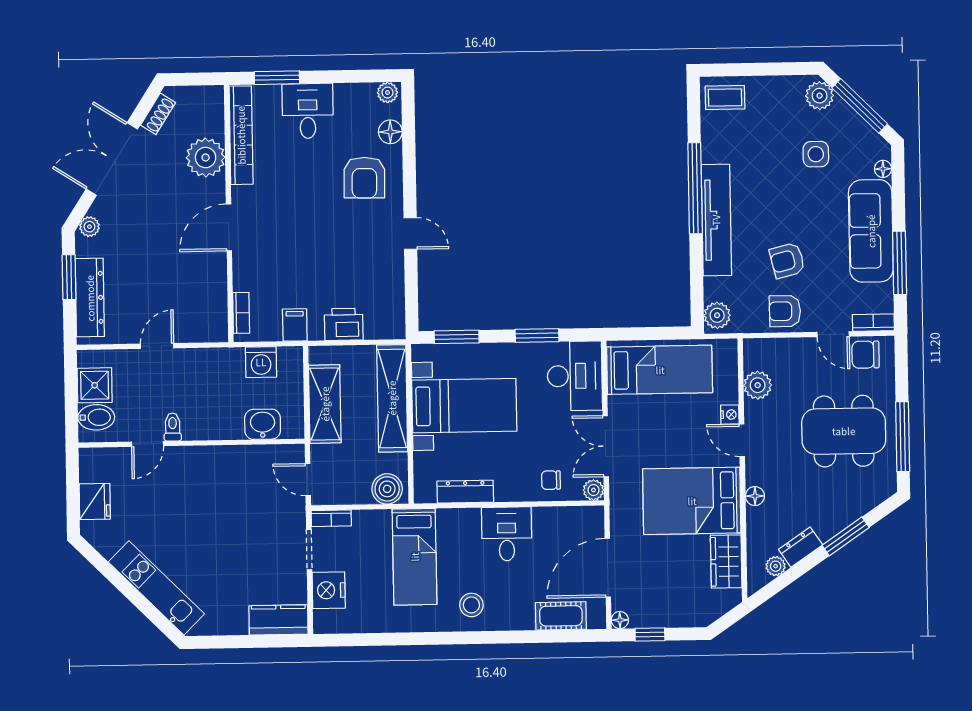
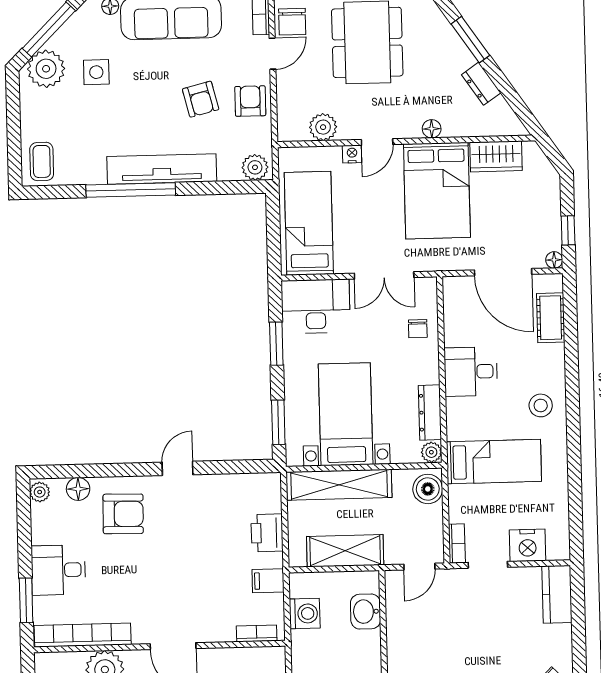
plant: (820, 96) -> (46, 69), width x1.36, depth x1.36
armchair: (785, 311) -> (250, 101), turned 180
plant: (593, 490) -> (431, 452), moved
plant: (776, 566) -> (500, 108), removed

